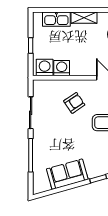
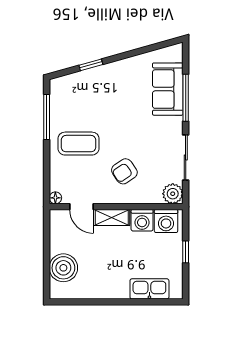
shelving: (84, 18) -> (112, 218), moved
plant: (40, 87) -> (173, 194), added
sofa: (67, 174) -> (168, 89), moved, turned 106

